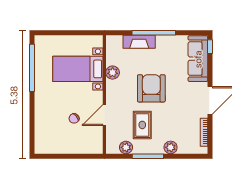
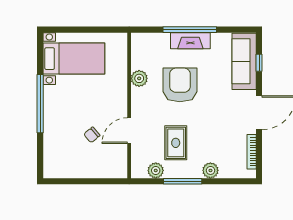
fireplace: (139, 42) -> (190, 41), moved
window: (210, 47) -> (259, 63), moved
window: (32, 68) -> (40, 104), moved
bed with nightstands: (78, 69) -> (74, 59), moved, turned 180
armchair: (151, 88) -> (180, 85), moved

